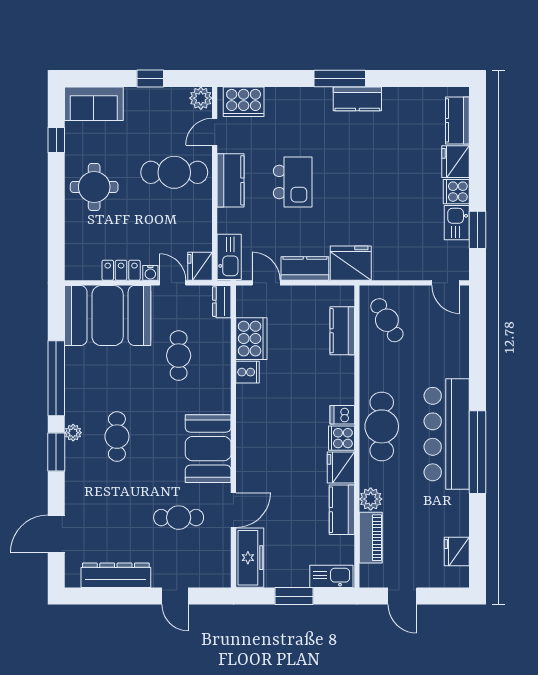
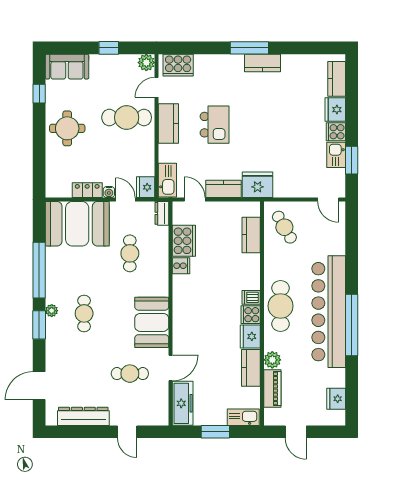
bar counter: (447, 434) -> (329, 312), width x1.36

